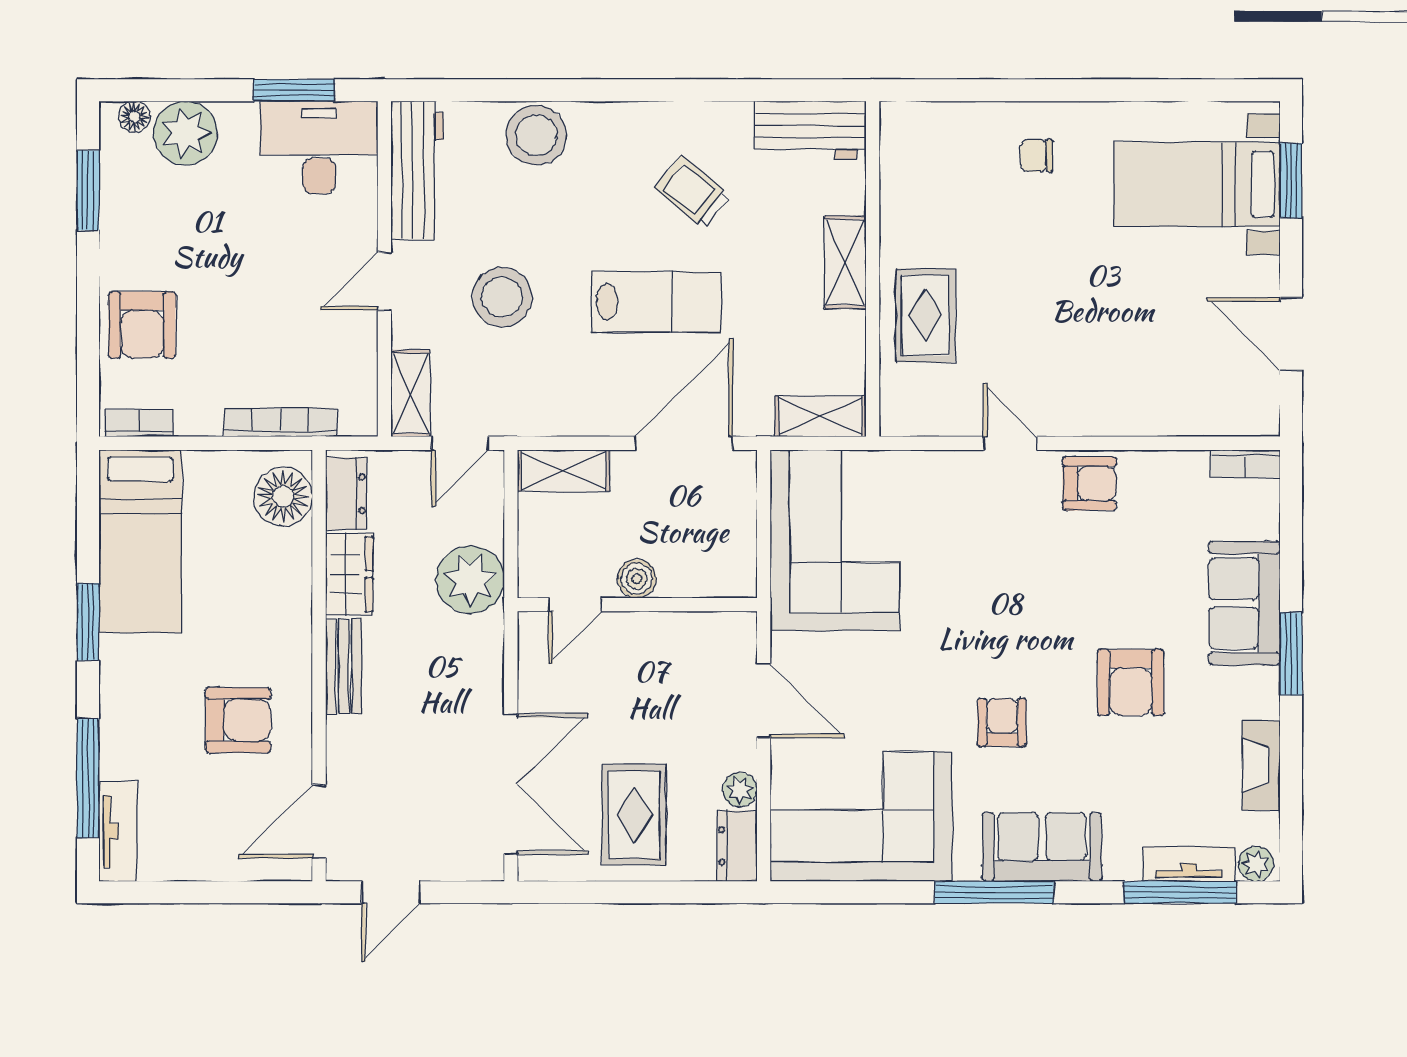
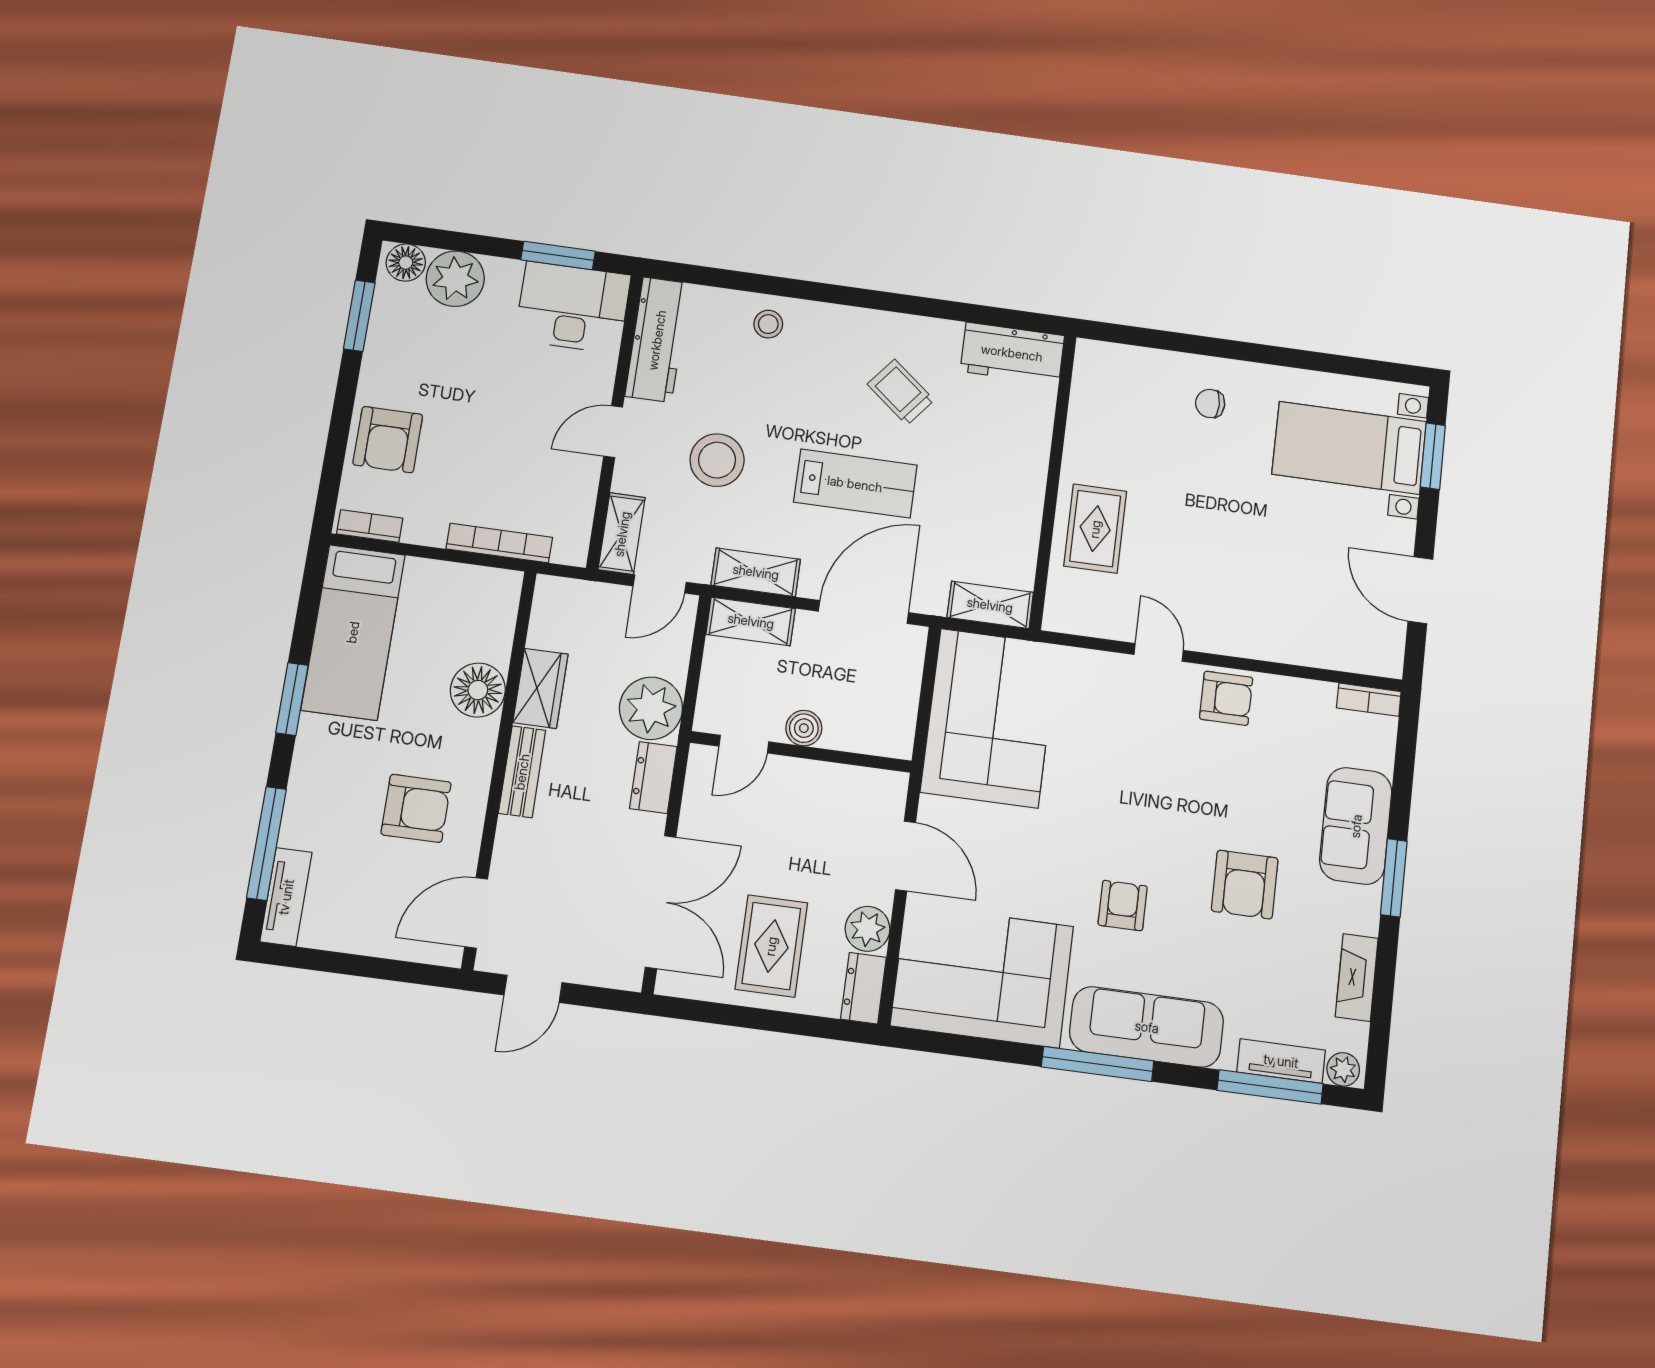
floor lamp: (134, 117) -> (406, 263), width x1.37, depth x1.37
stool: (536, 135) -> (768, 324), width x0.53, depth x0.53
shelving: (845, 262) -> (756, 572), moved, turned 90
dresser: (346, 493) -> (653, 778), moved, turned 180
floor lamp: (283, 496) -> (478, 690), moved
plant: (740, 790) -> (868, 929), width x1.38, depth x1.38
sofa: (1042, 847) -> (1147, 1027), width x1.36

